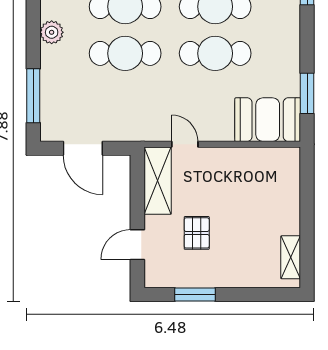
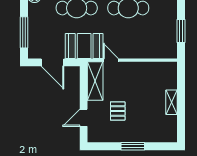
booth: (268, 120) -> (84, 46), moved
shelving: (291, 257) -> (172, 102), moved
window: (195, 294) -> (133, 146), moved

